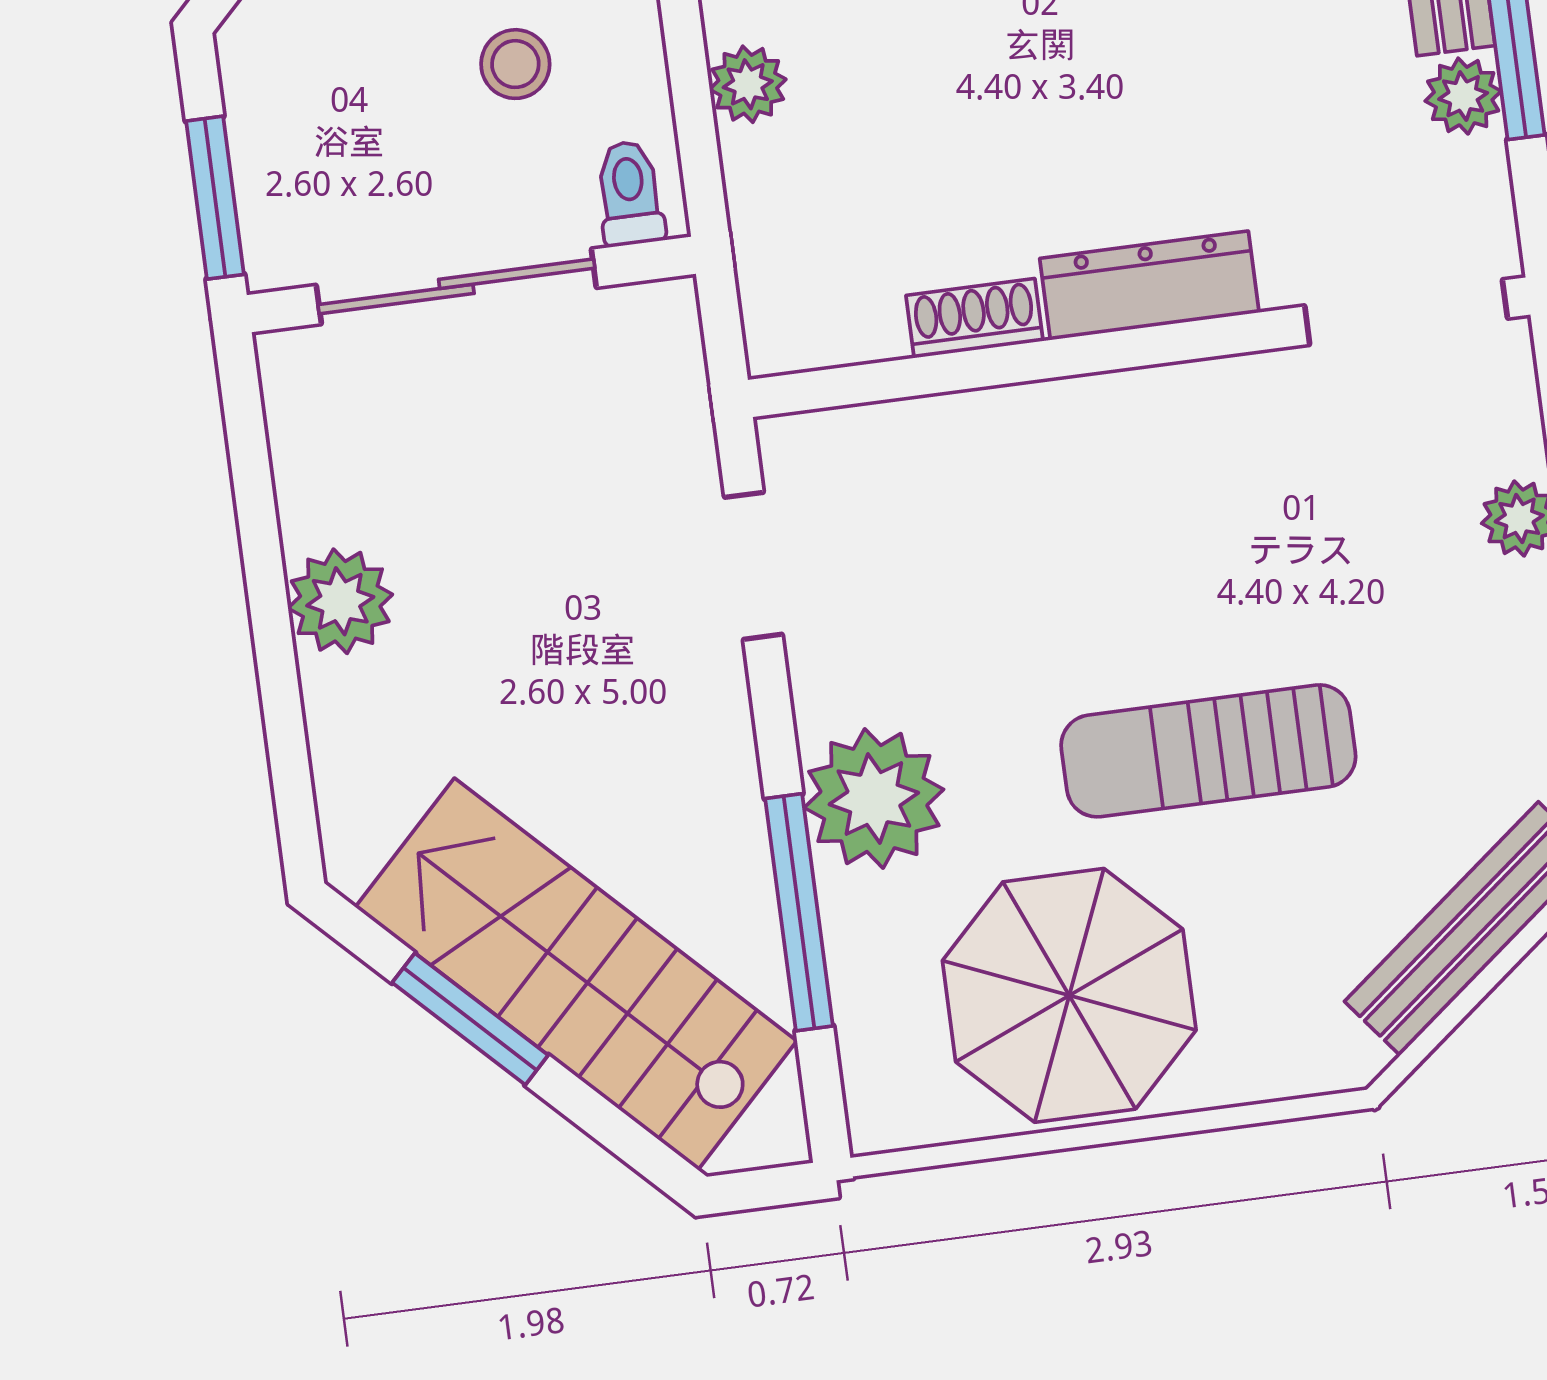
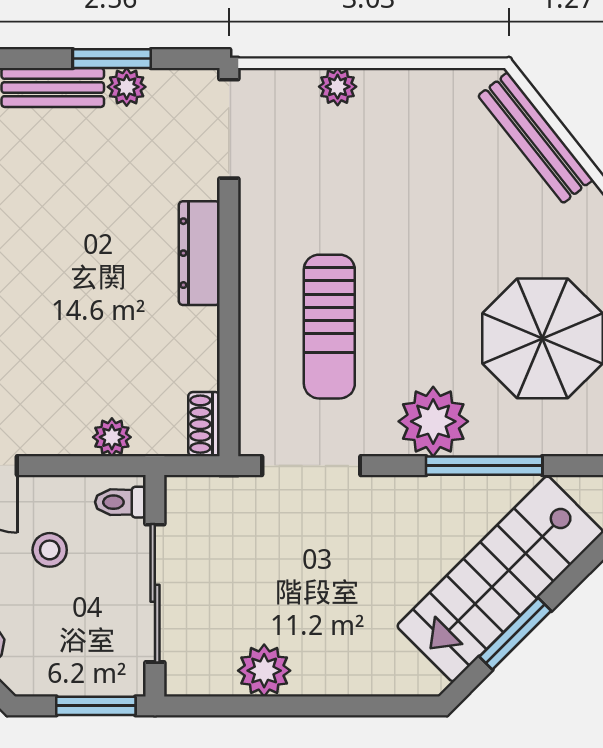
plant: (748, 84) -> (112, 437), moved
shoe rack: (974, 318) -> (204, 424), moved
doorway: (753, 566) -> (311, 466), width x1.38
plant: (340, 601) -> (264, 671), moved
sun lounger: (1208, 751) -> (329, 327), moved

